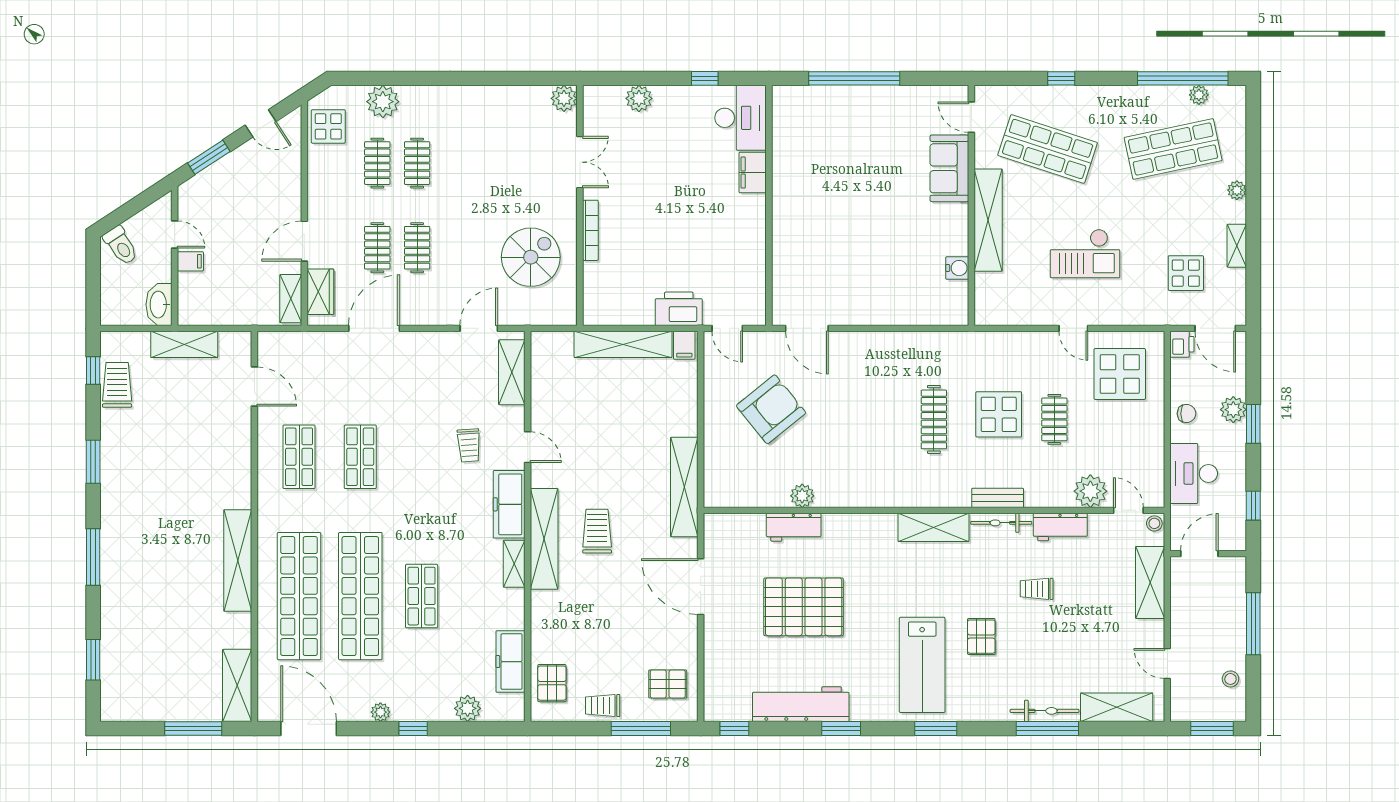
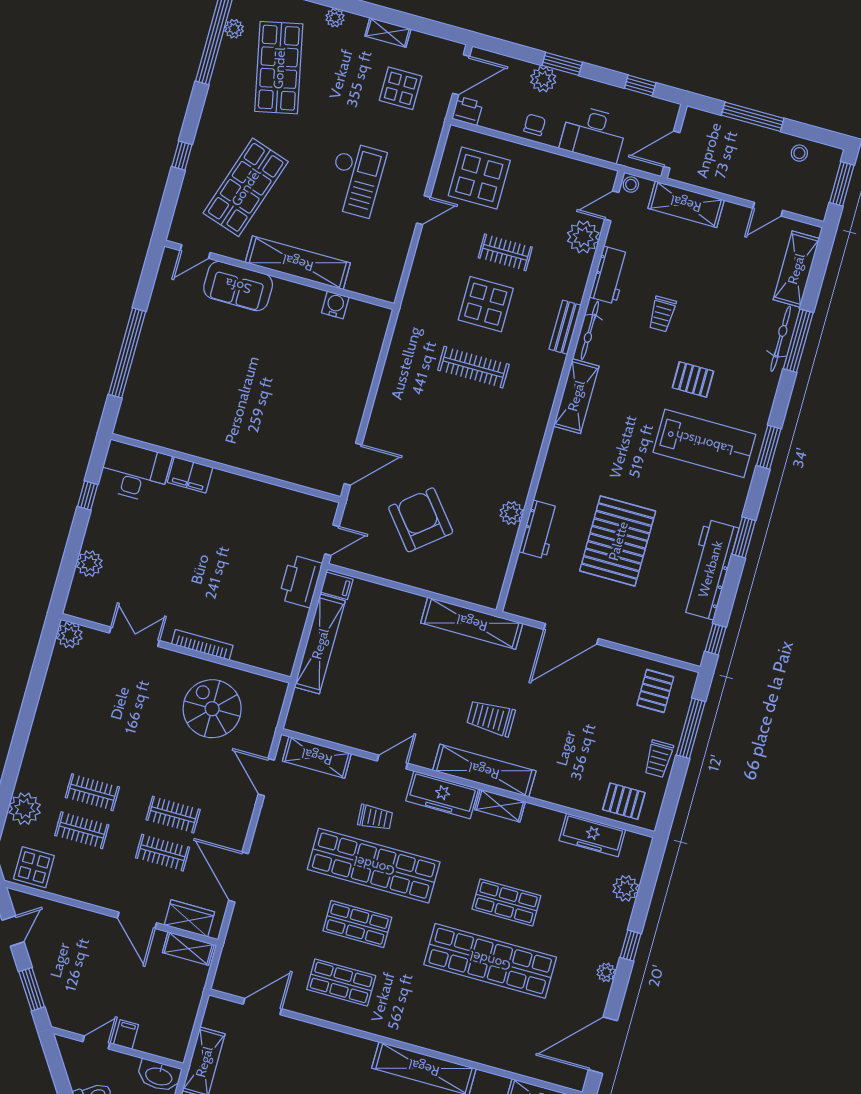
door: (1199, 554) -> (672, 150), hinge flipped
shop shelf: (299, 596) -> (374, 866), moved

